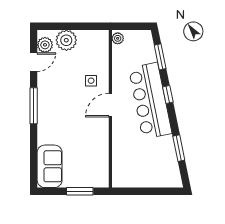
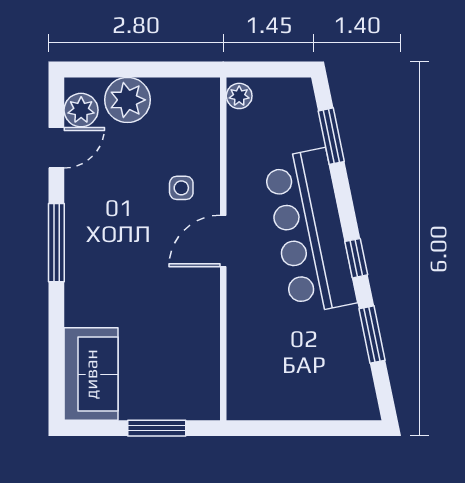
window: (168, 95) -> (356, 258), moved

